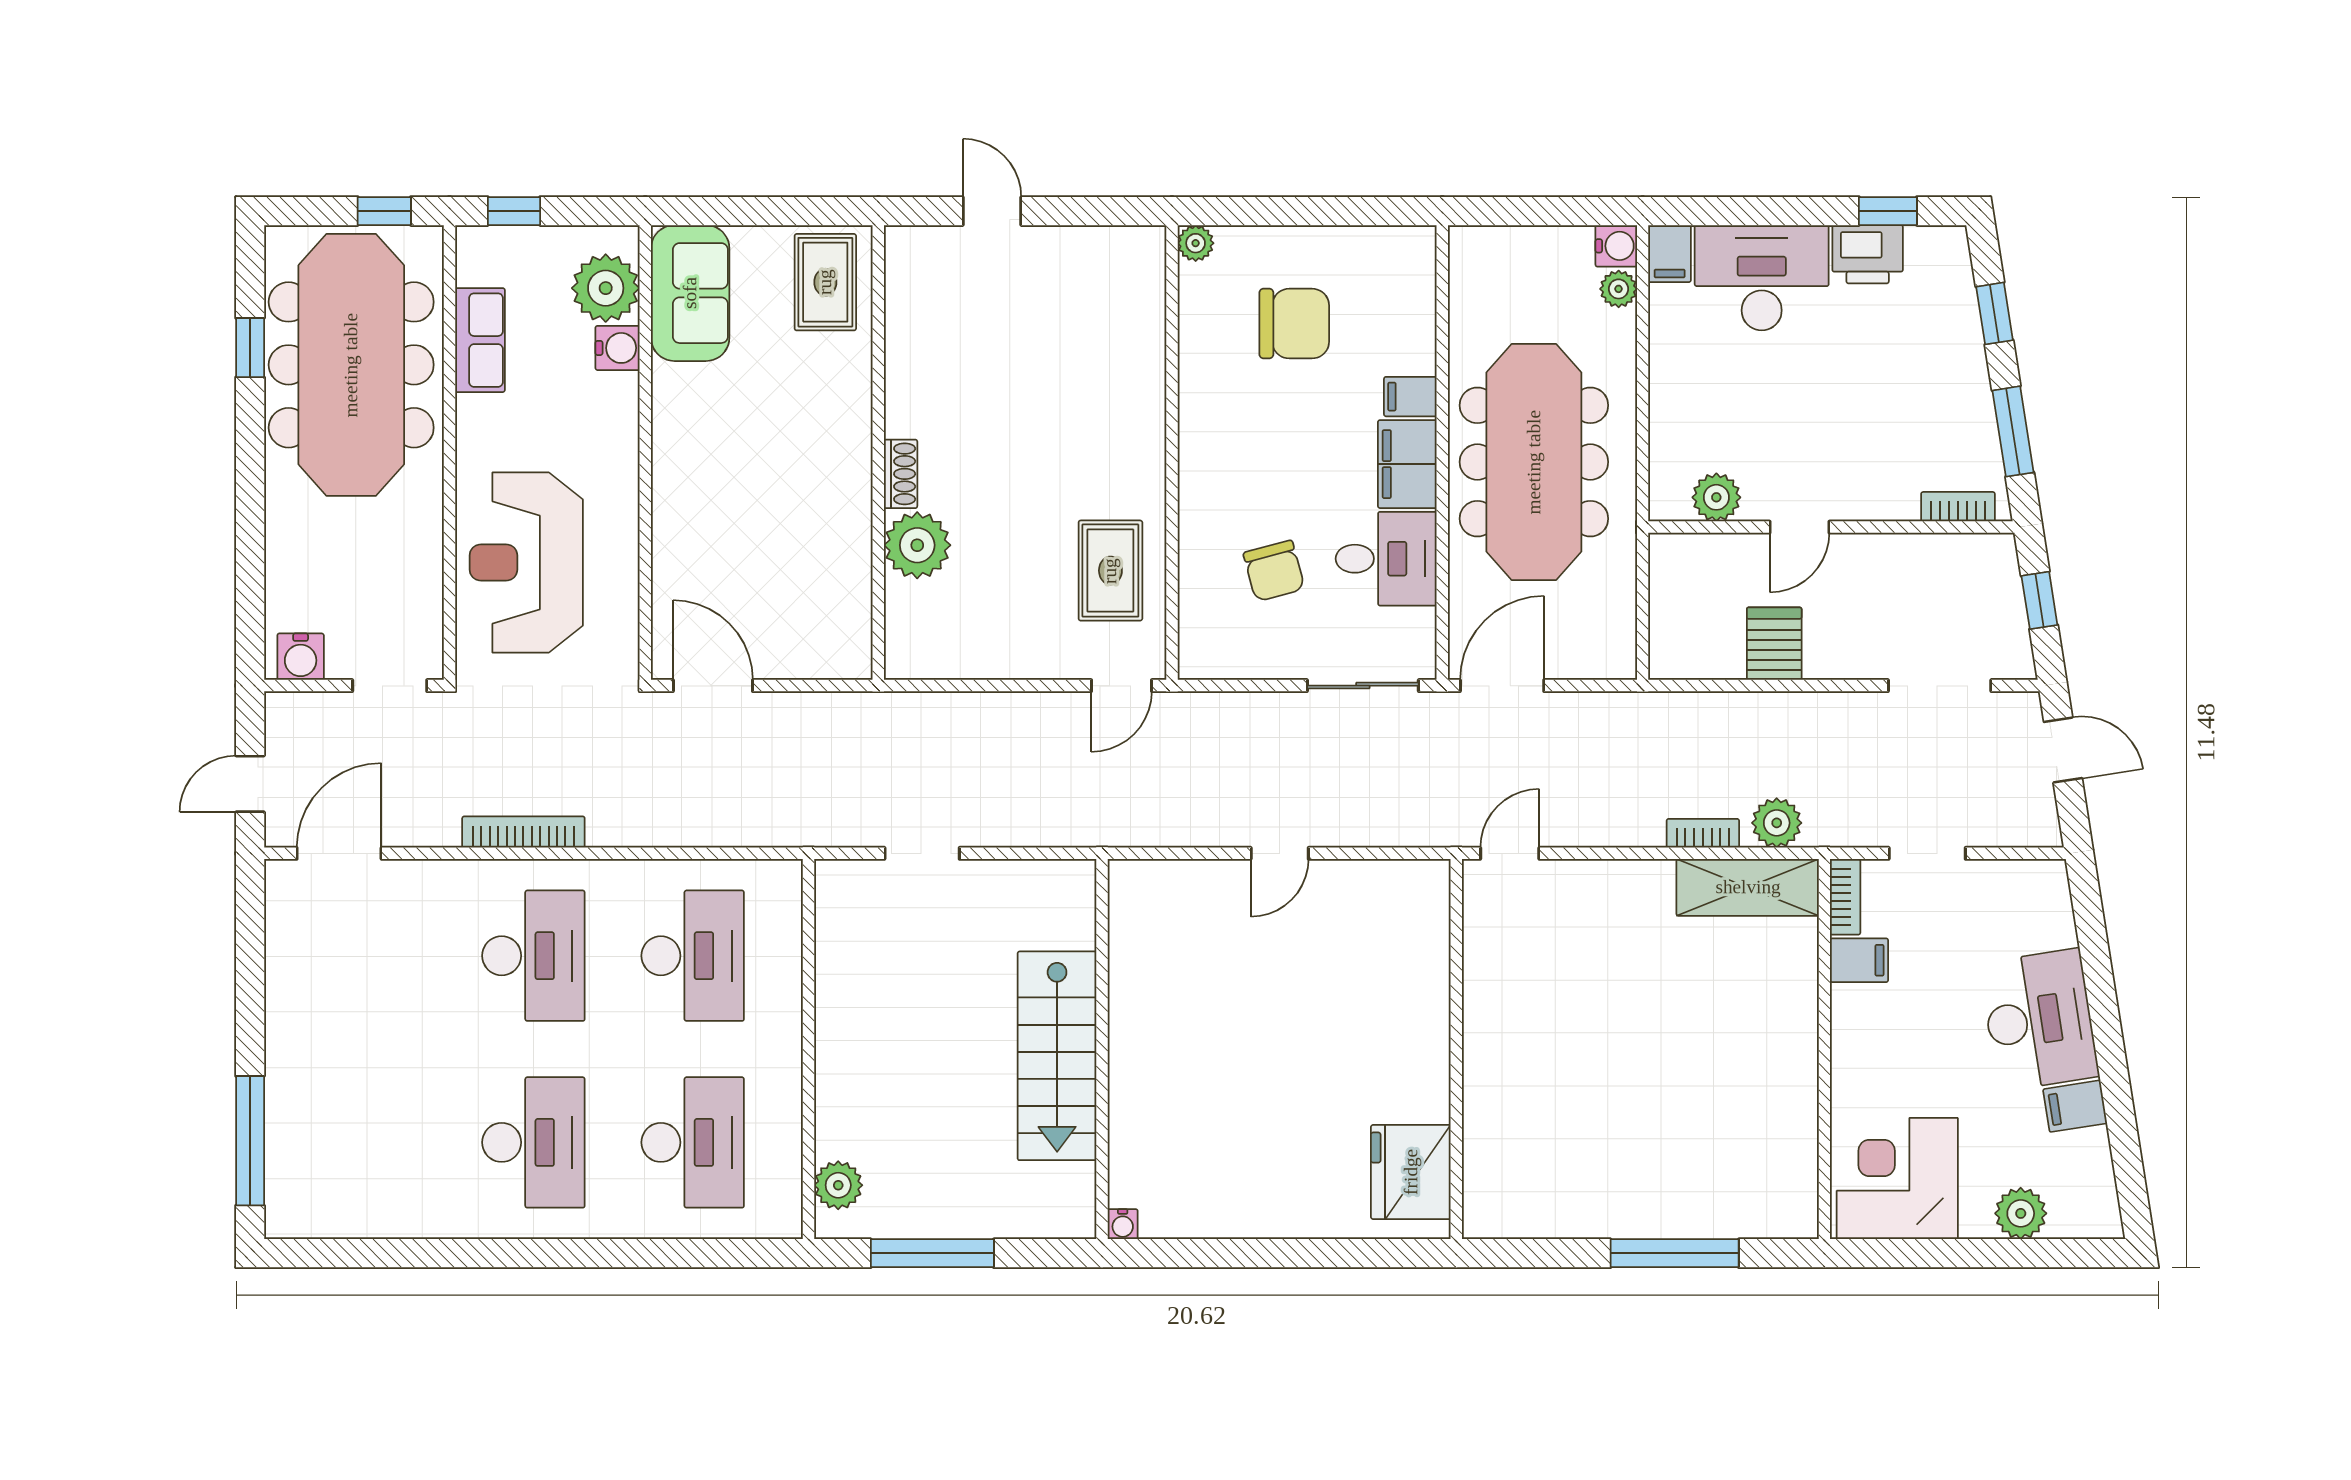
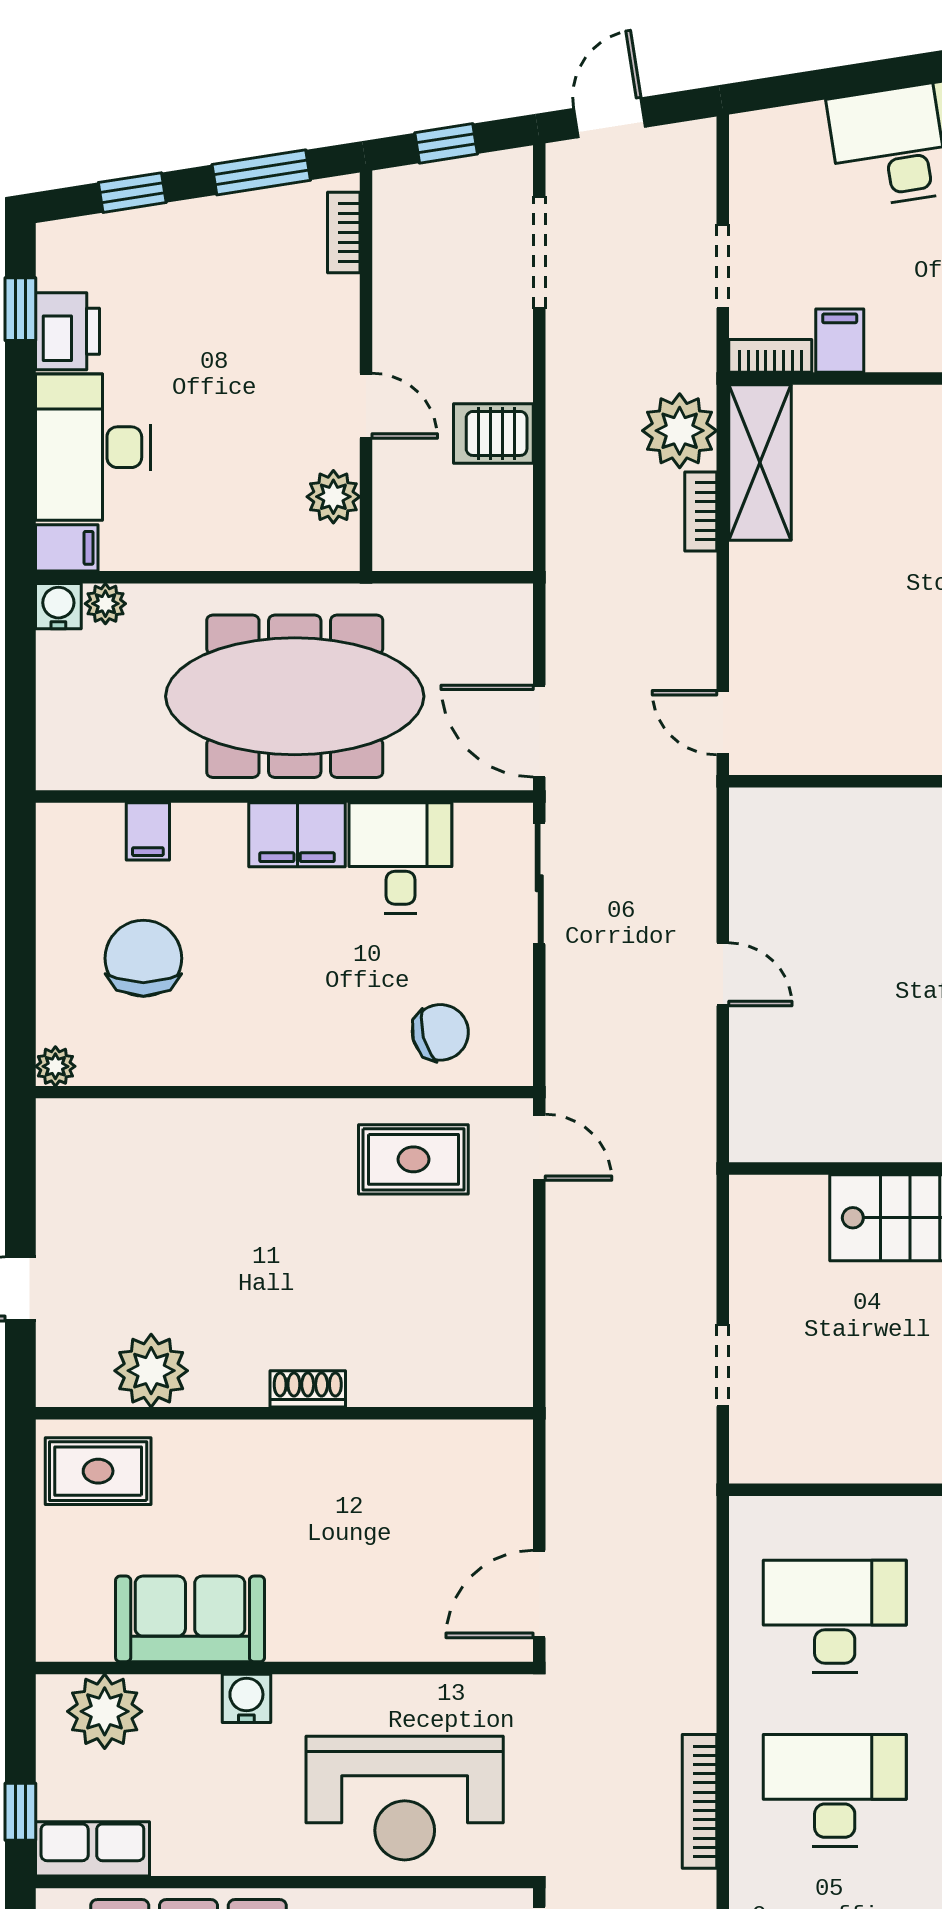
sofa: (690, 293) -> (190, 1619), moved
row of seats: (480, 340) -> (92, 1849), moved
water cooler: (618, 348) -> (246, 1698), moved
filing cabinet: (1410, 397) -> (148, 831), moved
plant: (917, 545) -> (151, 1371), moved
chair: (1274, 571) -> (440, 1032), moved
plant: (1777, 823) -> (680, 431), width x1.36, depth x1.36

